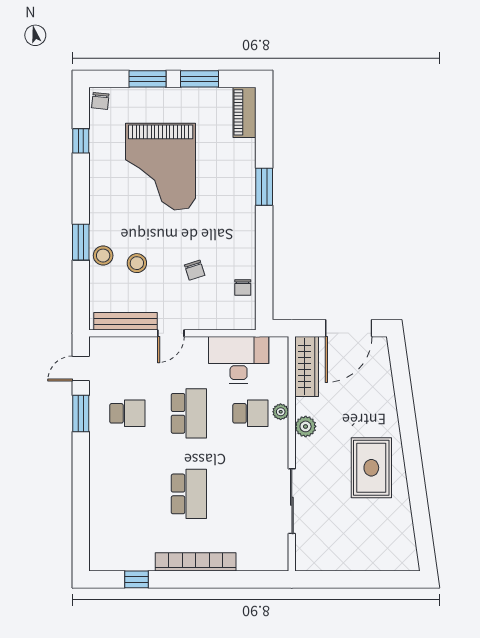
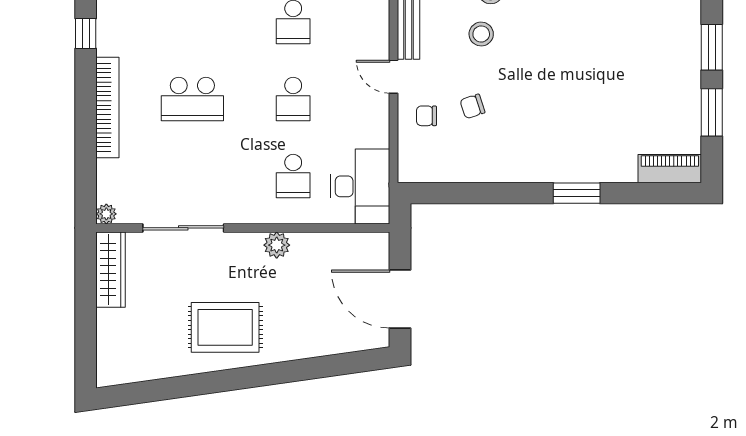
grand piano: (161, 167) -> (602, 64), removed
chair: (243, 287) -> (427, 116), moved
desk: (239, 360) -> (360, 186), moved
wardrobe: (307, 366) -> (110, 270), moved, turned -90
plant: (281, 412) -> (106, 214), moved
school desk: (189, 413) -> (293, 99), width x0.54

